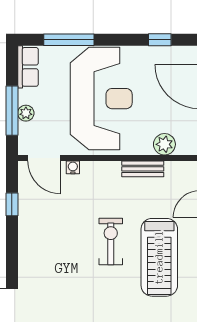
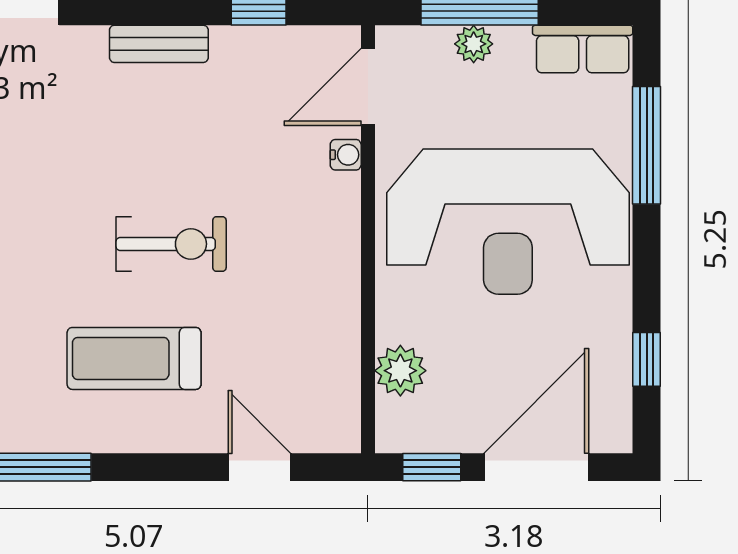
bench: (143, 169) -> (159, 44), moved, turned 90
treadmill: (159, 257) -> (134, 358), width x0.73, depth x0.73

